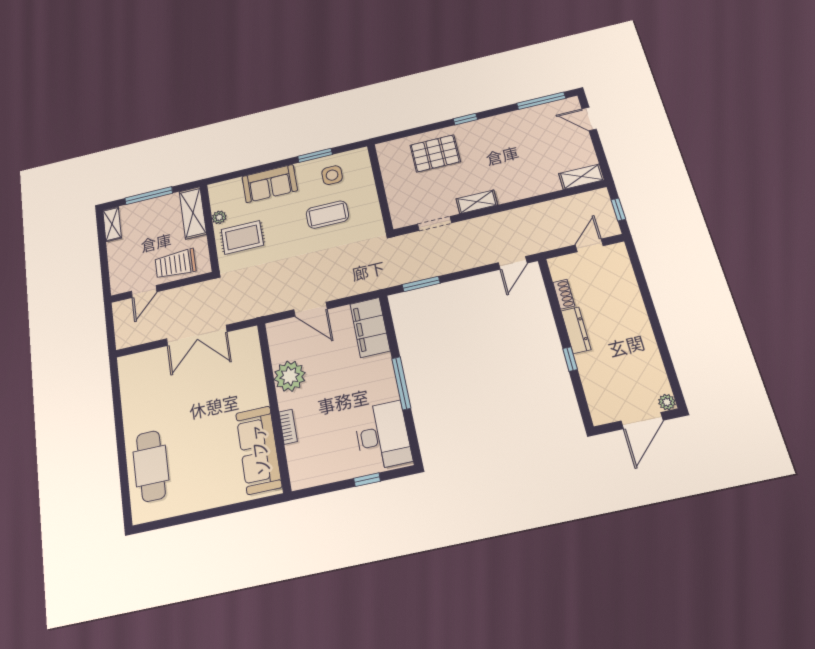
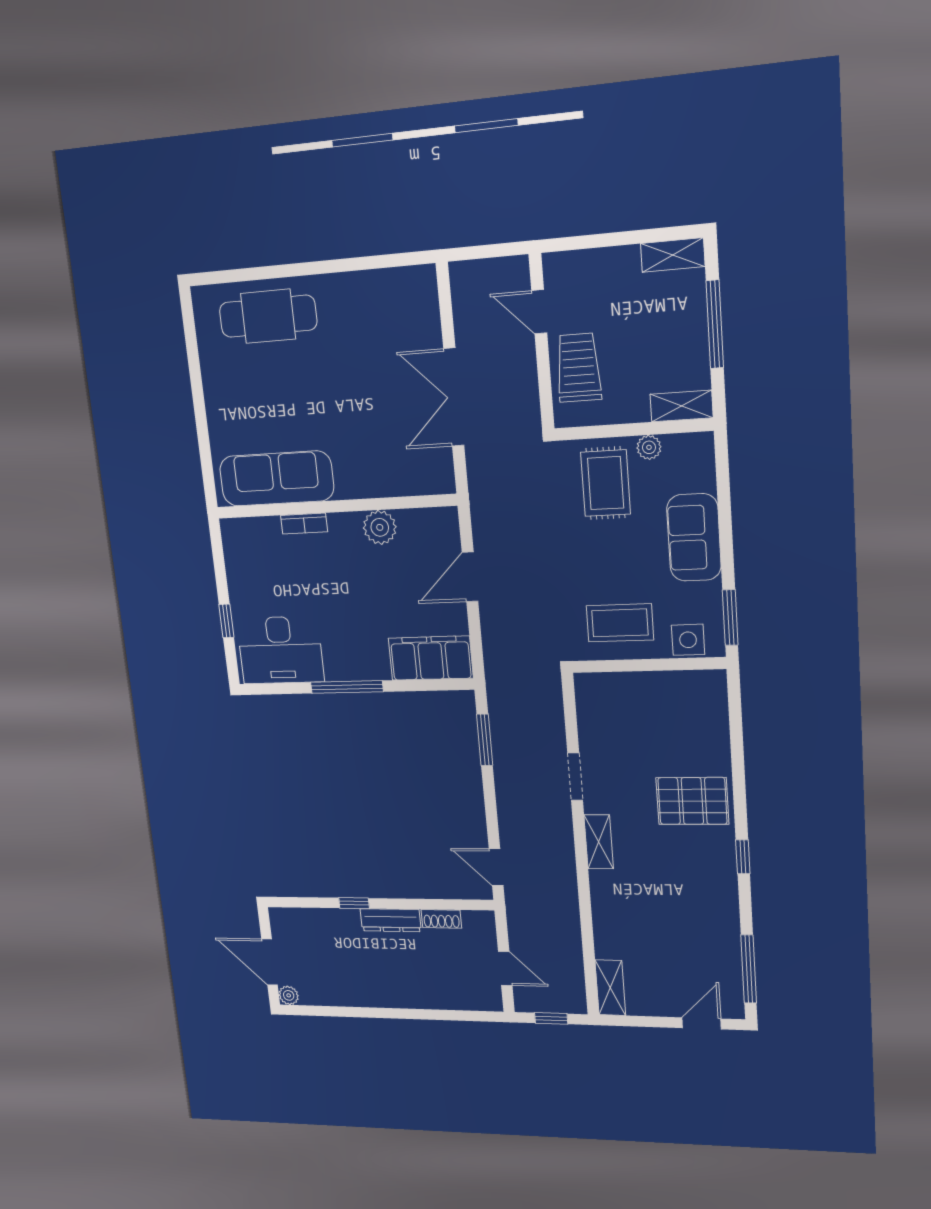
pallet: (435, 153) -> (692, 801), turned 90
wall: (380, 187) -> (648, 665), moved
shelving: (193, 213) -> (682, 406), width x0.67, depth x0.75
coffee table: (327, 215) -> (620, 623), turned 90
plant: (290, 376) -> (380, 527), width x0.73, depth x0.73

